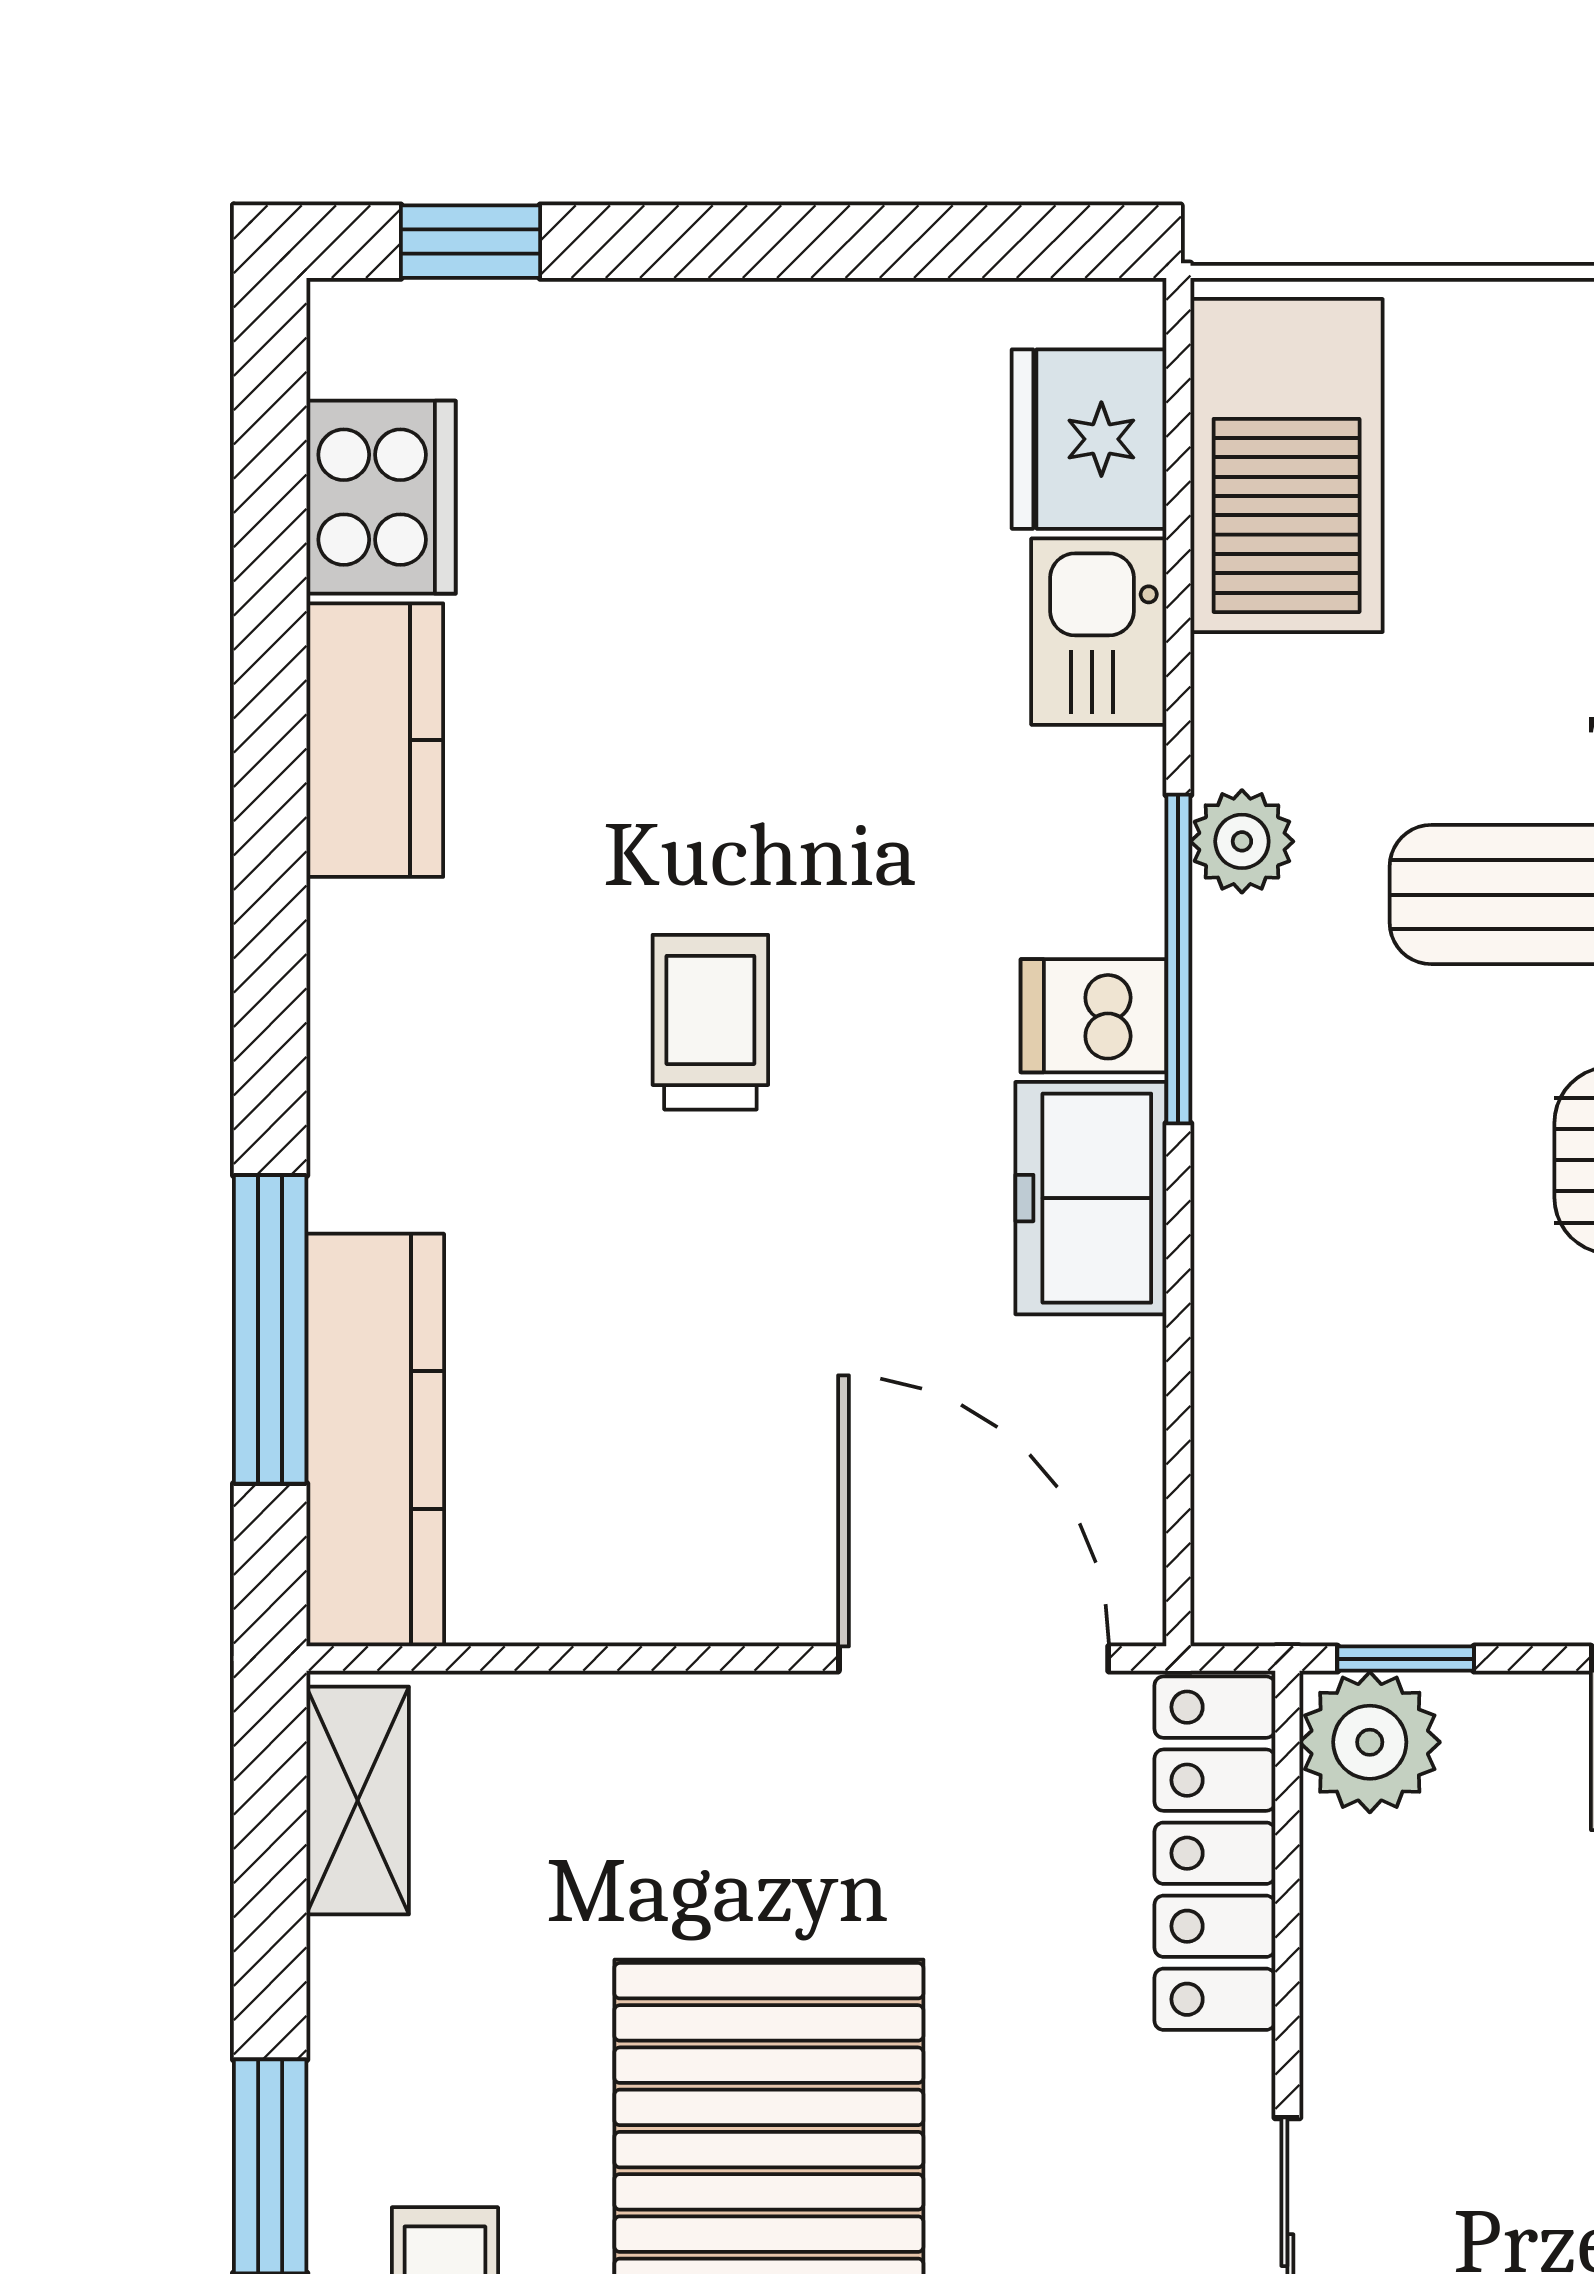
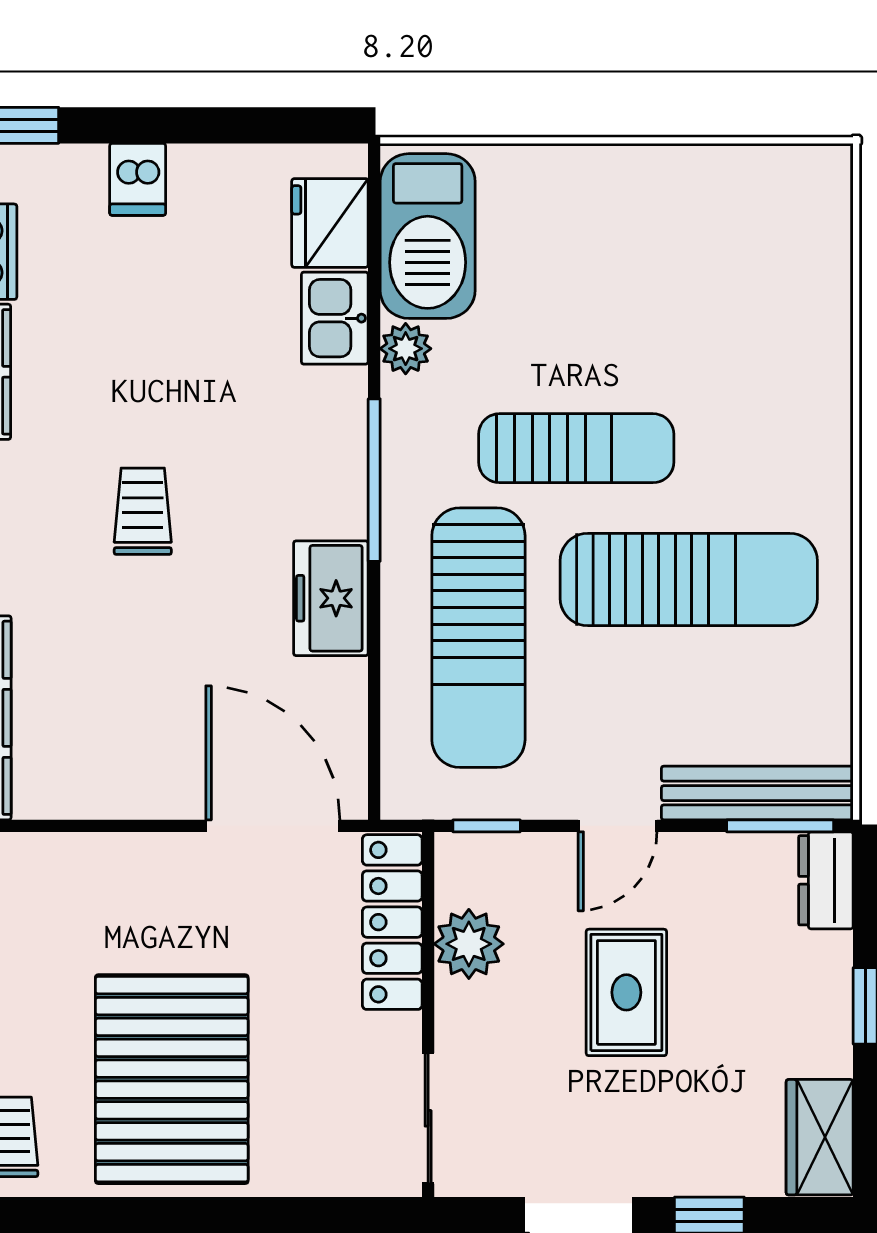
plant: (1242, 841) -> (406, 349), moved
dishwasher: (1093, 1016) -> (138, 179), moved, turned -90
sun lounger: (1389, 1278) -> (478, 638), added
plant: (1370, 1742) -> (469, 944), moved

